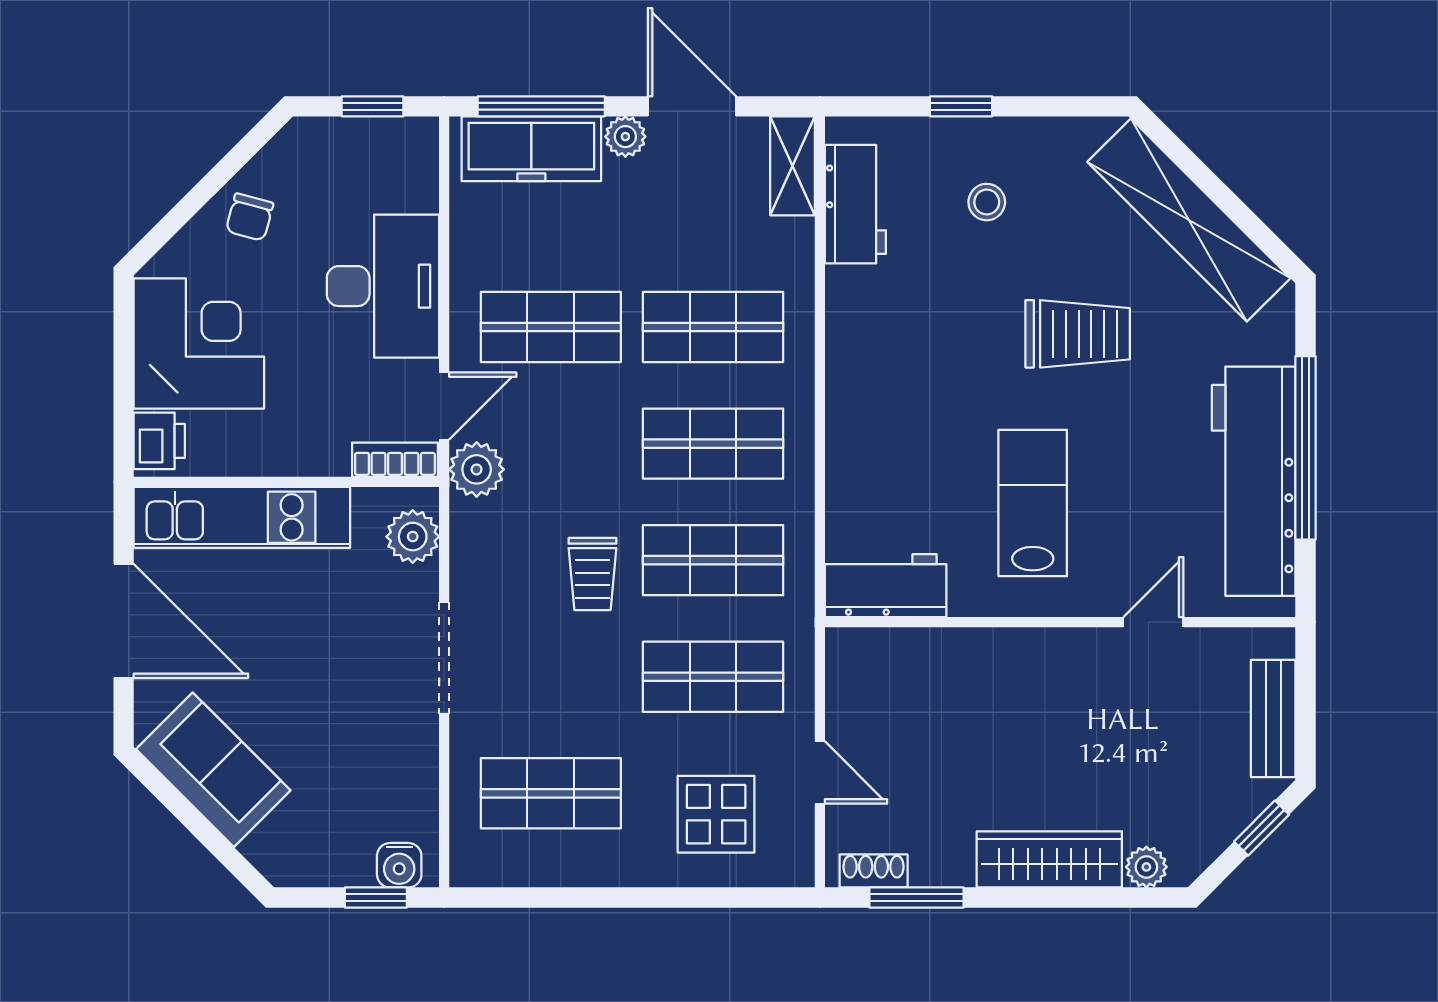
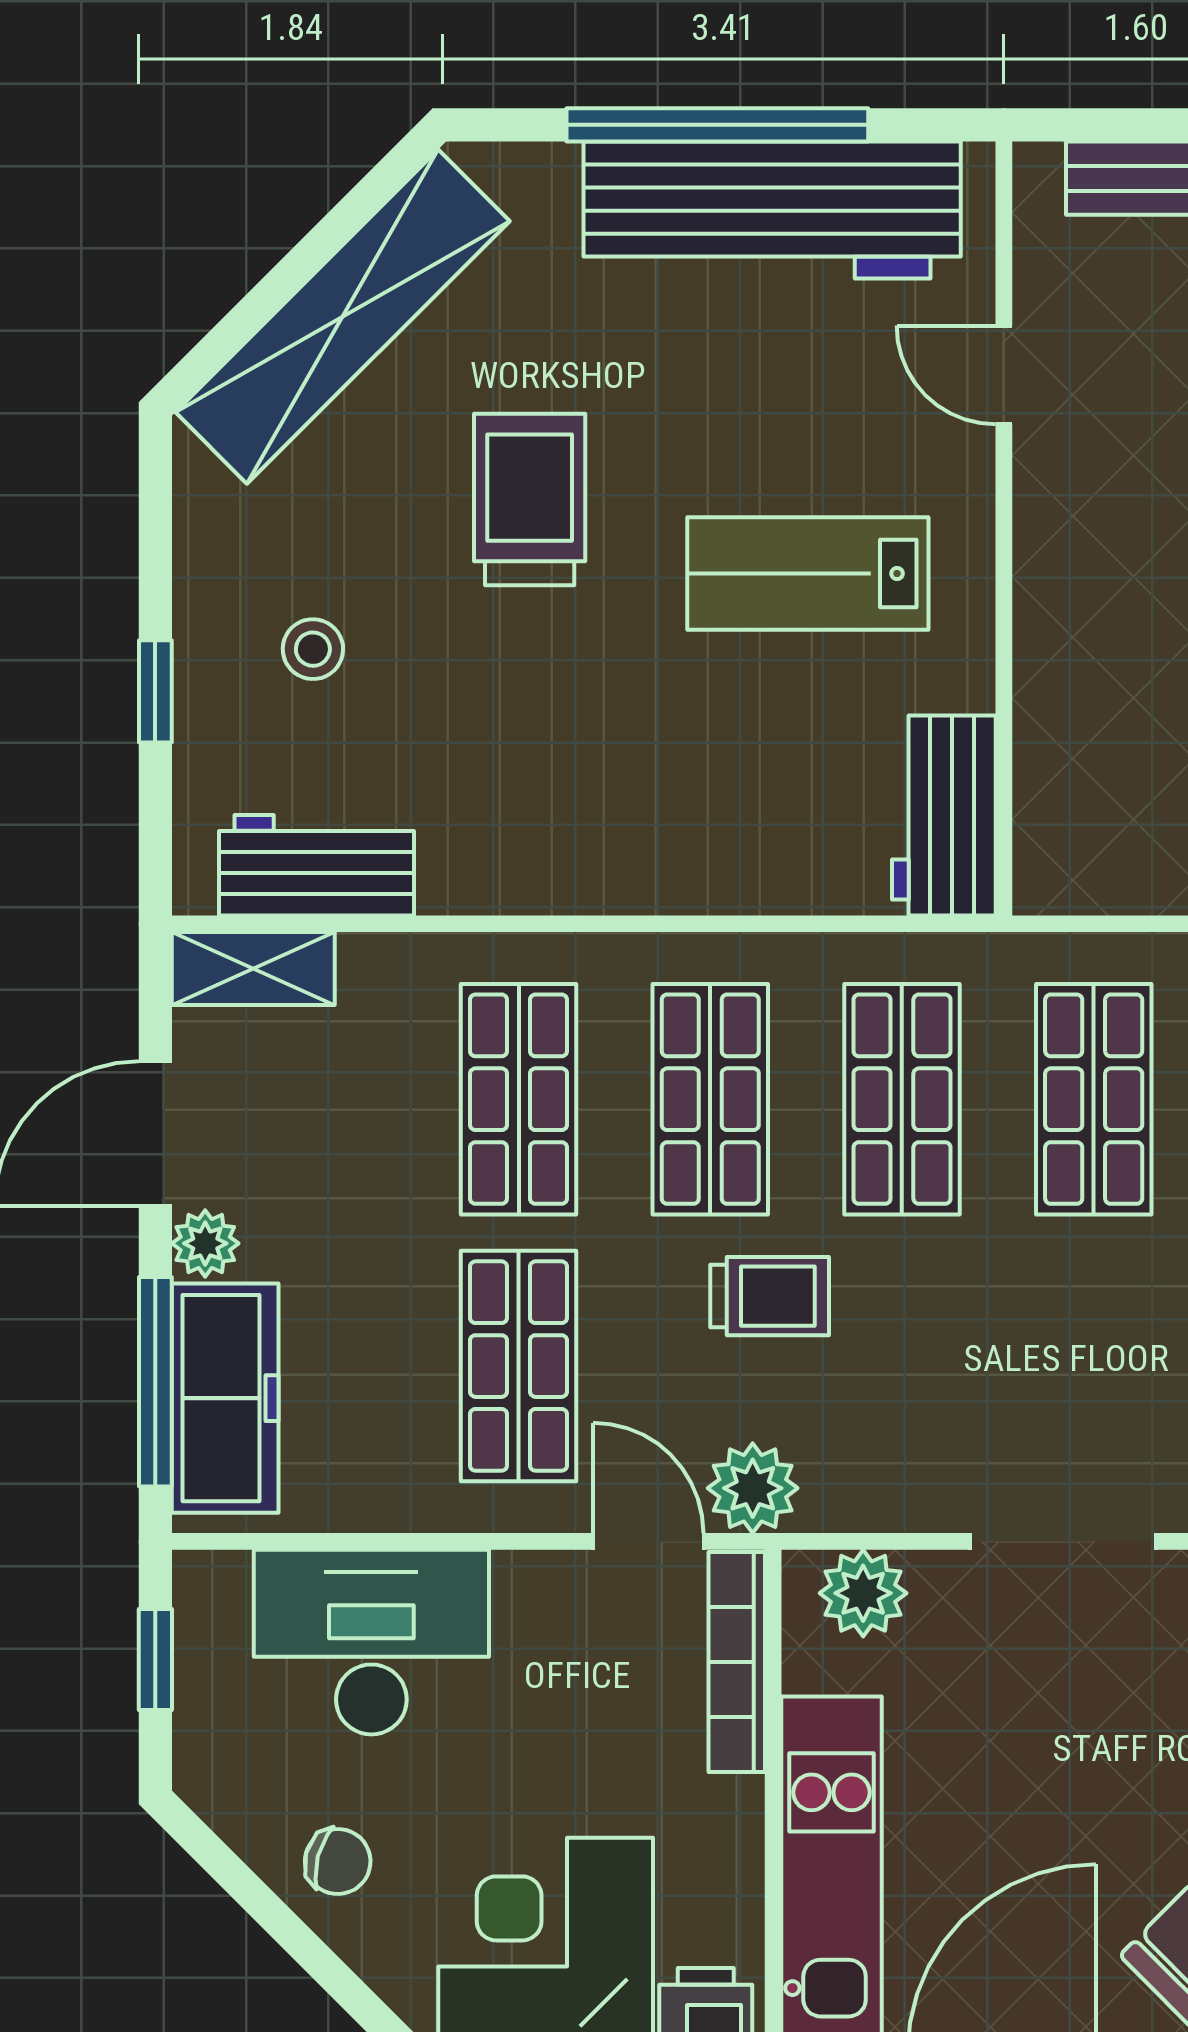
desk: (383, 286) -> (371, 1642), moved
bookcase: (395, 460) -> (737, 1662), width x1.56
trolley: (592, 574) -> (770, 1296), moved

